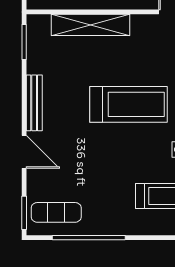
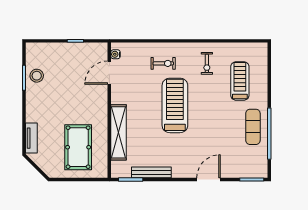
bench: (34, 103) -> (151, 172), moved
exercise mat: (56, 212) -> (253, 127), moved

